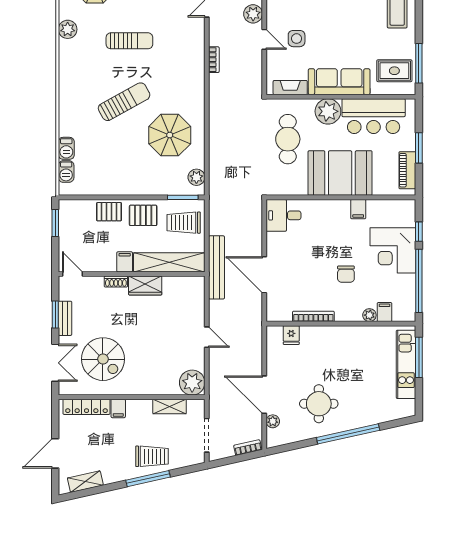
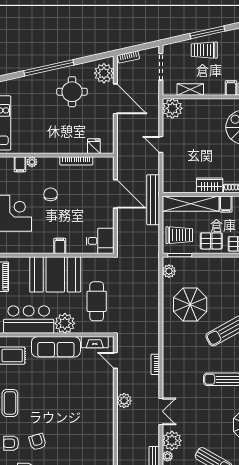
door: (264, 39) -> (115, 360), moved
side table: (297, 39) -> (90, 381), removed
filing cabinet: (358, 209) -> (60, 246), moved
plant: (273, 421) -> (104, 73), width x1.87, depth x1.87

